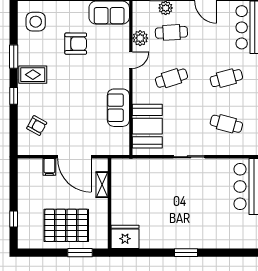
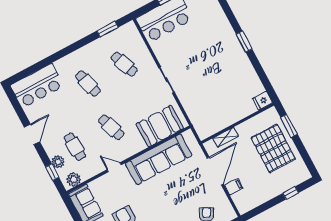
plant: (140, 38) -> (74, 179), moved
sofa: (118, 108) -> (159, 159), width x1.85, depth x1.27
cafe table: (226, 124) -> (124, 64), turned -36
fridge: (125, 237) -> (263, 101), width x0.53, depth x0.75

